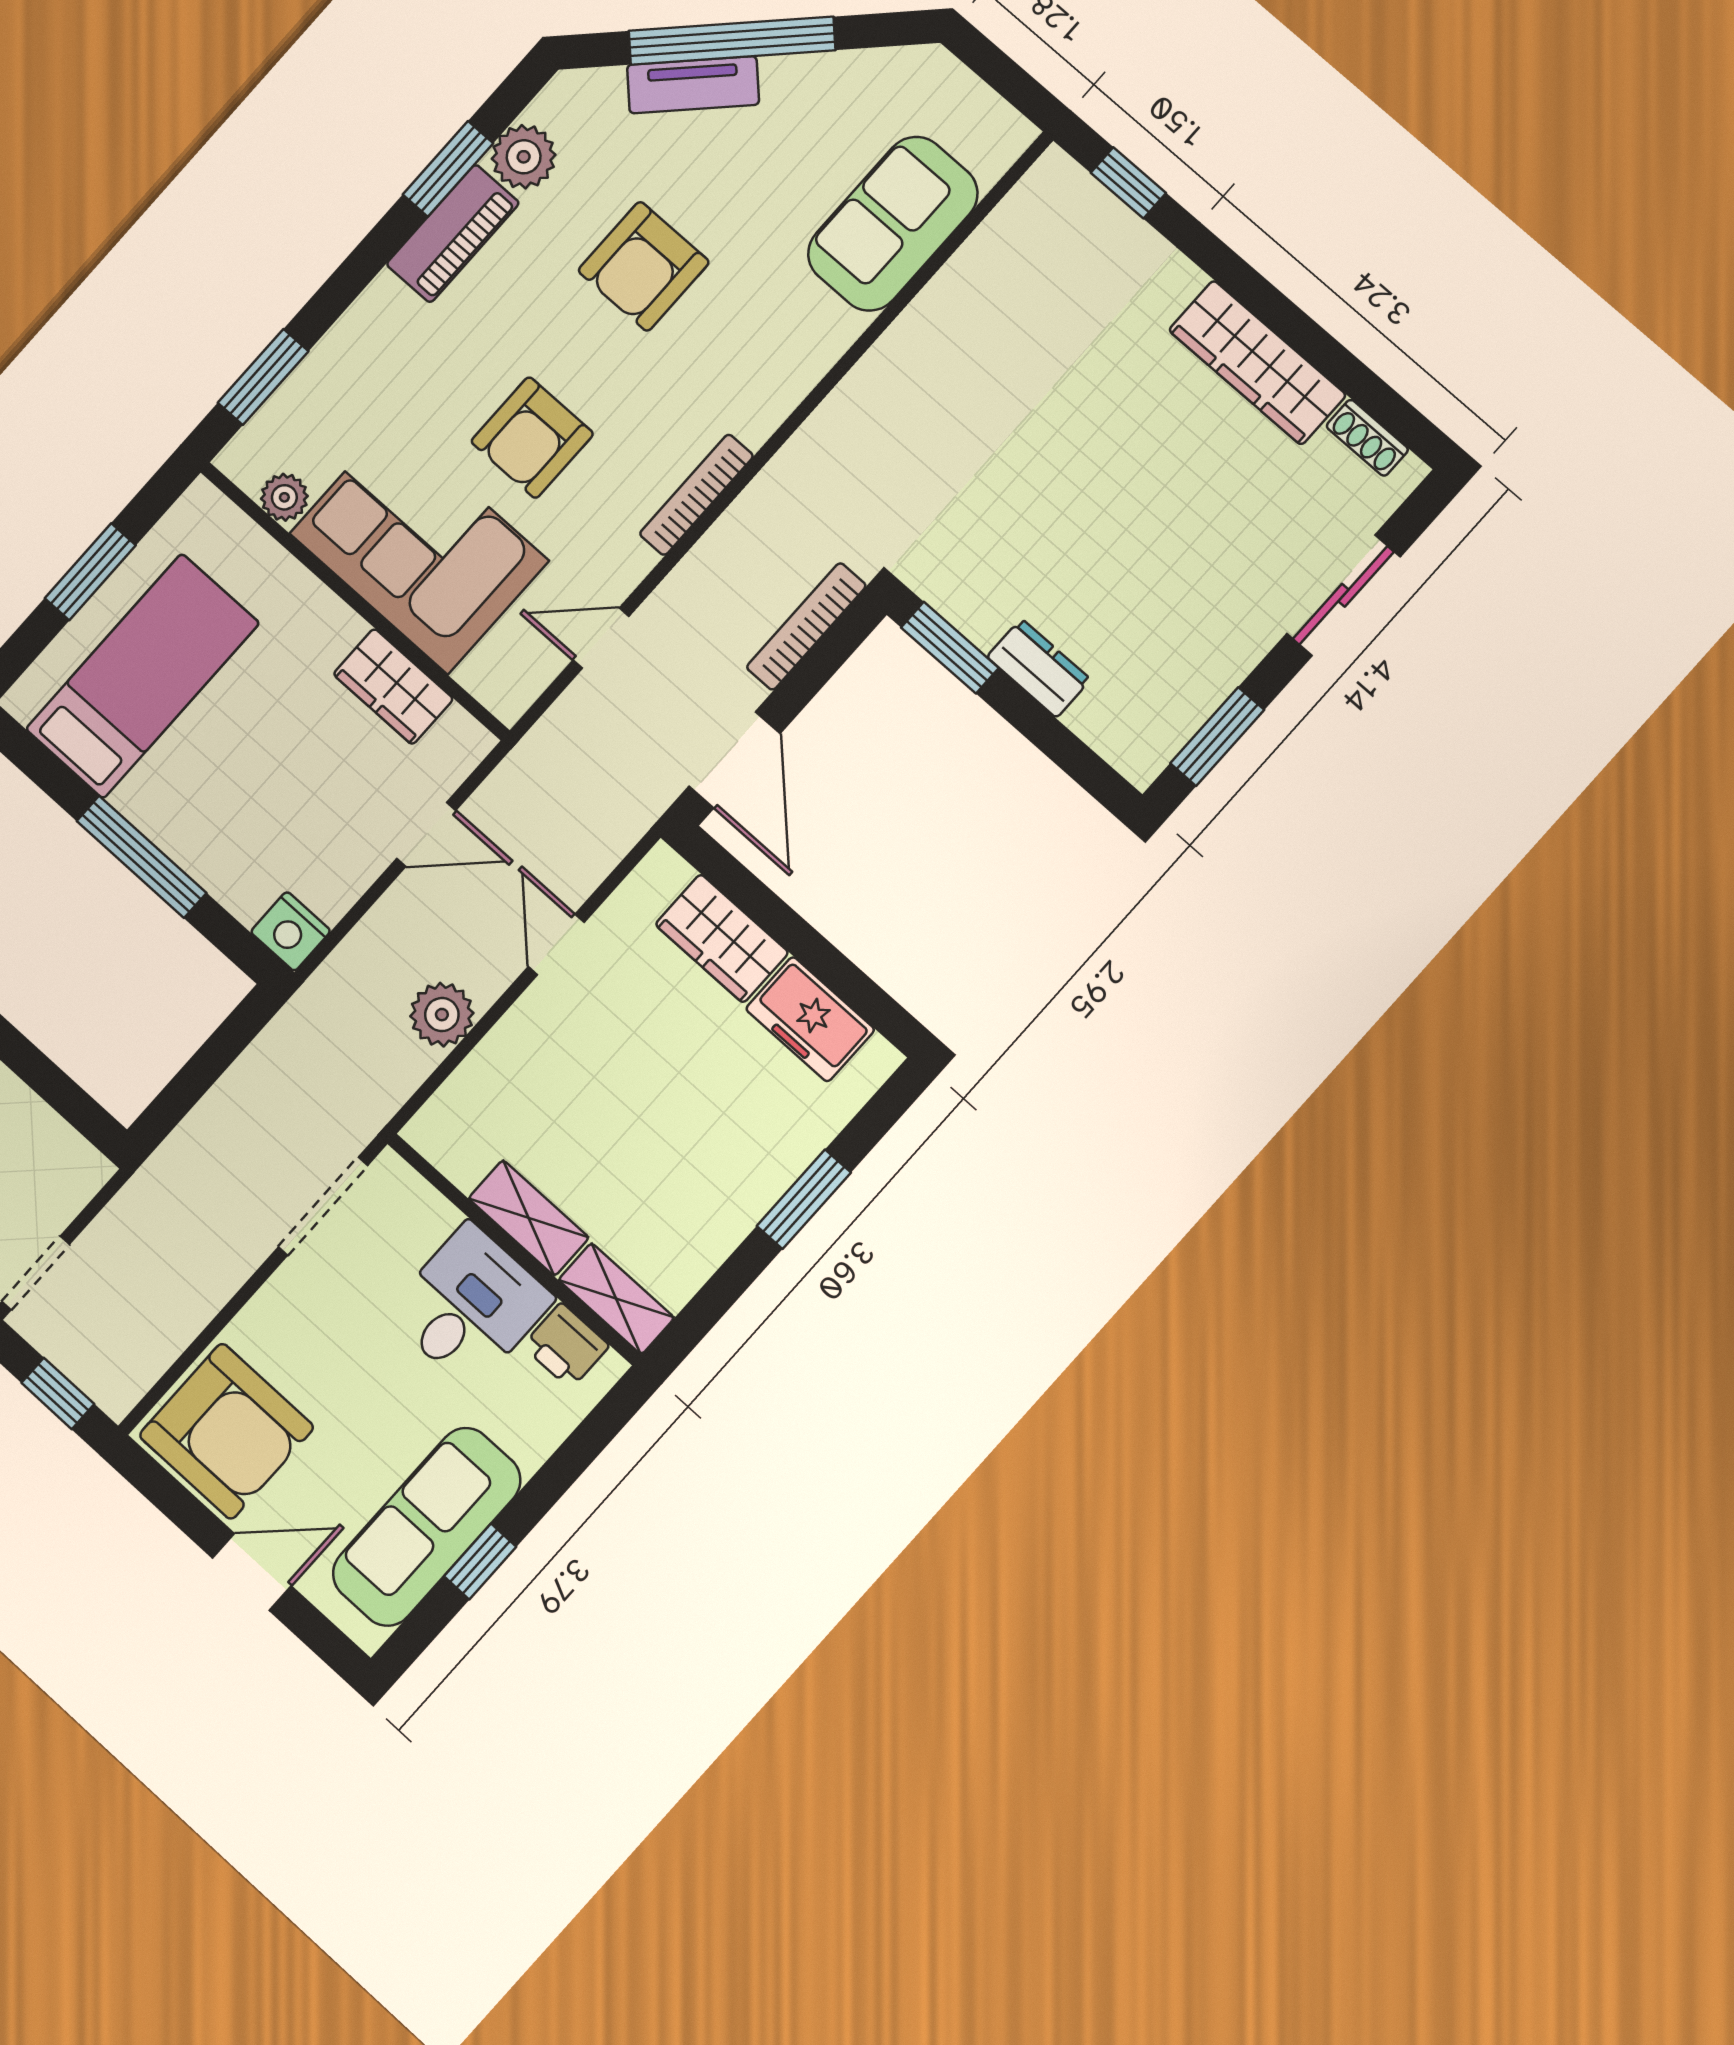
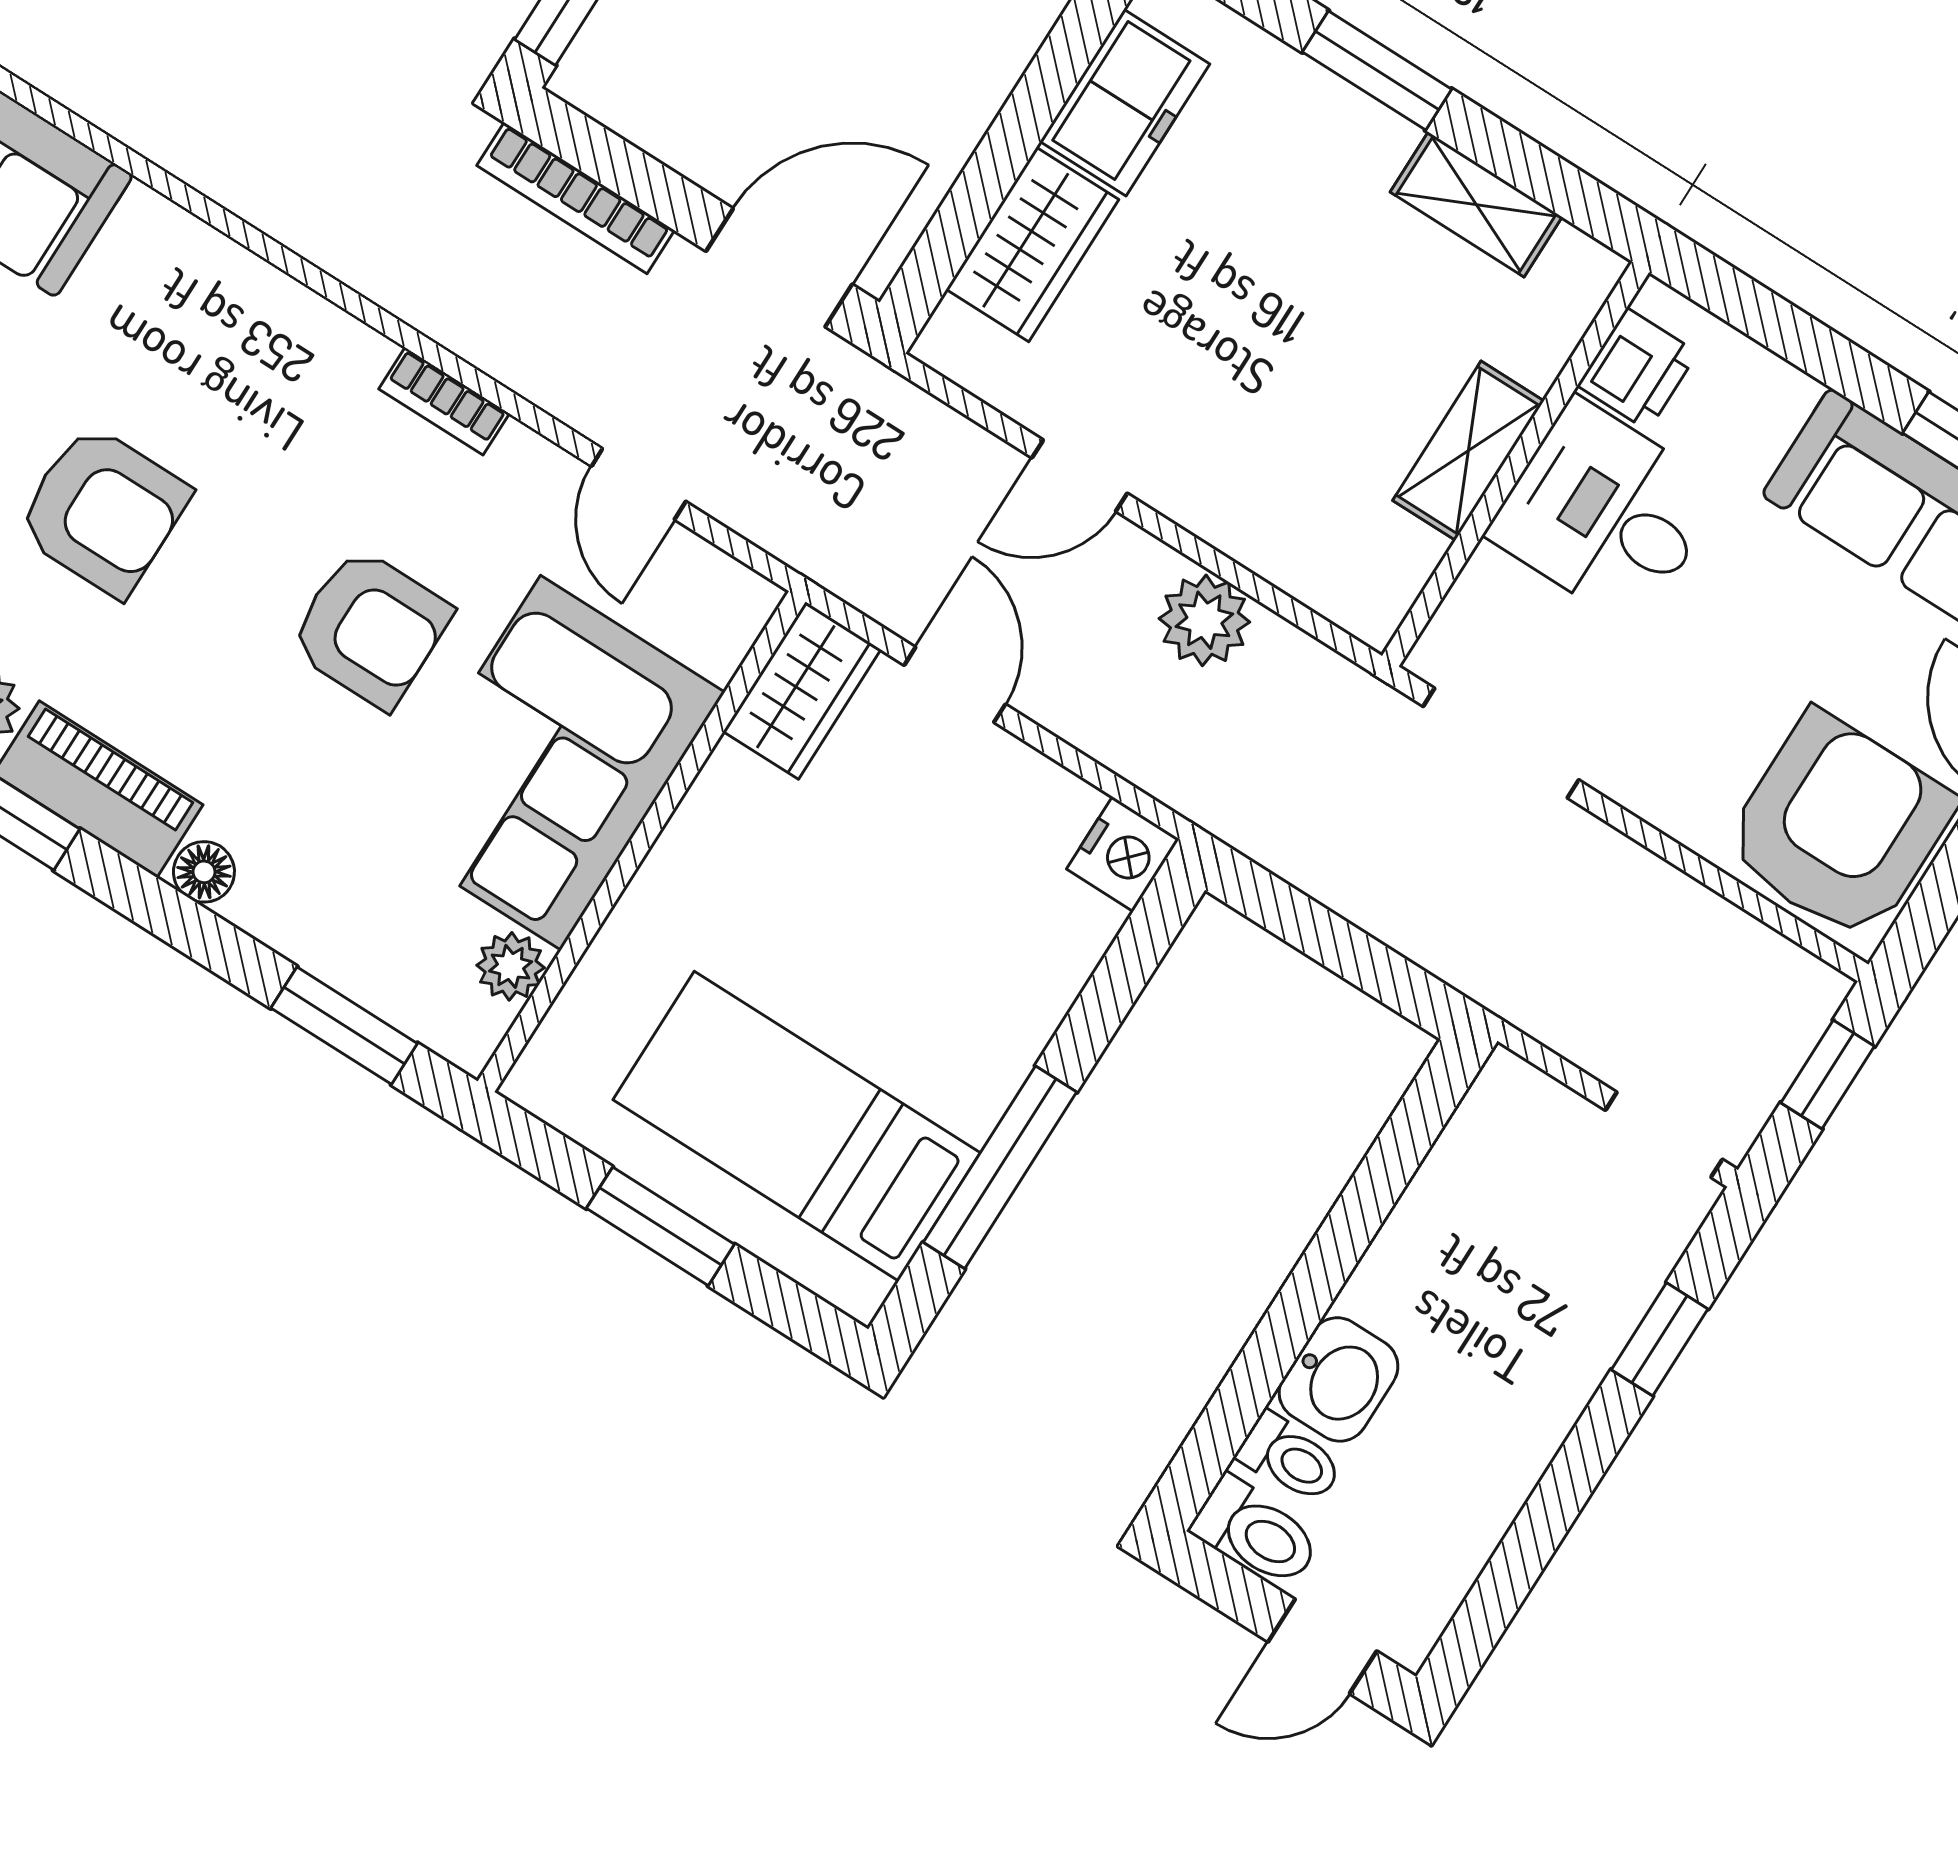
floor lamp: (384, 297) -> (204, 872), added
bookcase: (696, 495) -> (444, 401), width x0.64
wardrobe: (393, 687) -> (802, 691), moved
window: (142, 857) -> (1000, 1167), moved
shelving: (616, 1299) -> (1476, 204), moved, turned 90

